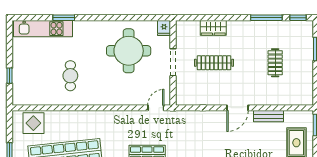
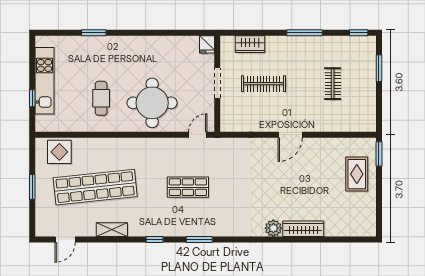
window: (266, 18) -> (305, 33), moved
wardrobe: (213, 28) -> (250, 44), moved
kitchen unit: (43, 29) -> (45, 81), moved, turned -90
round table: (129, 51) -> (152, 103), moved
bench: (269, 116) -> (325, 144), removed

